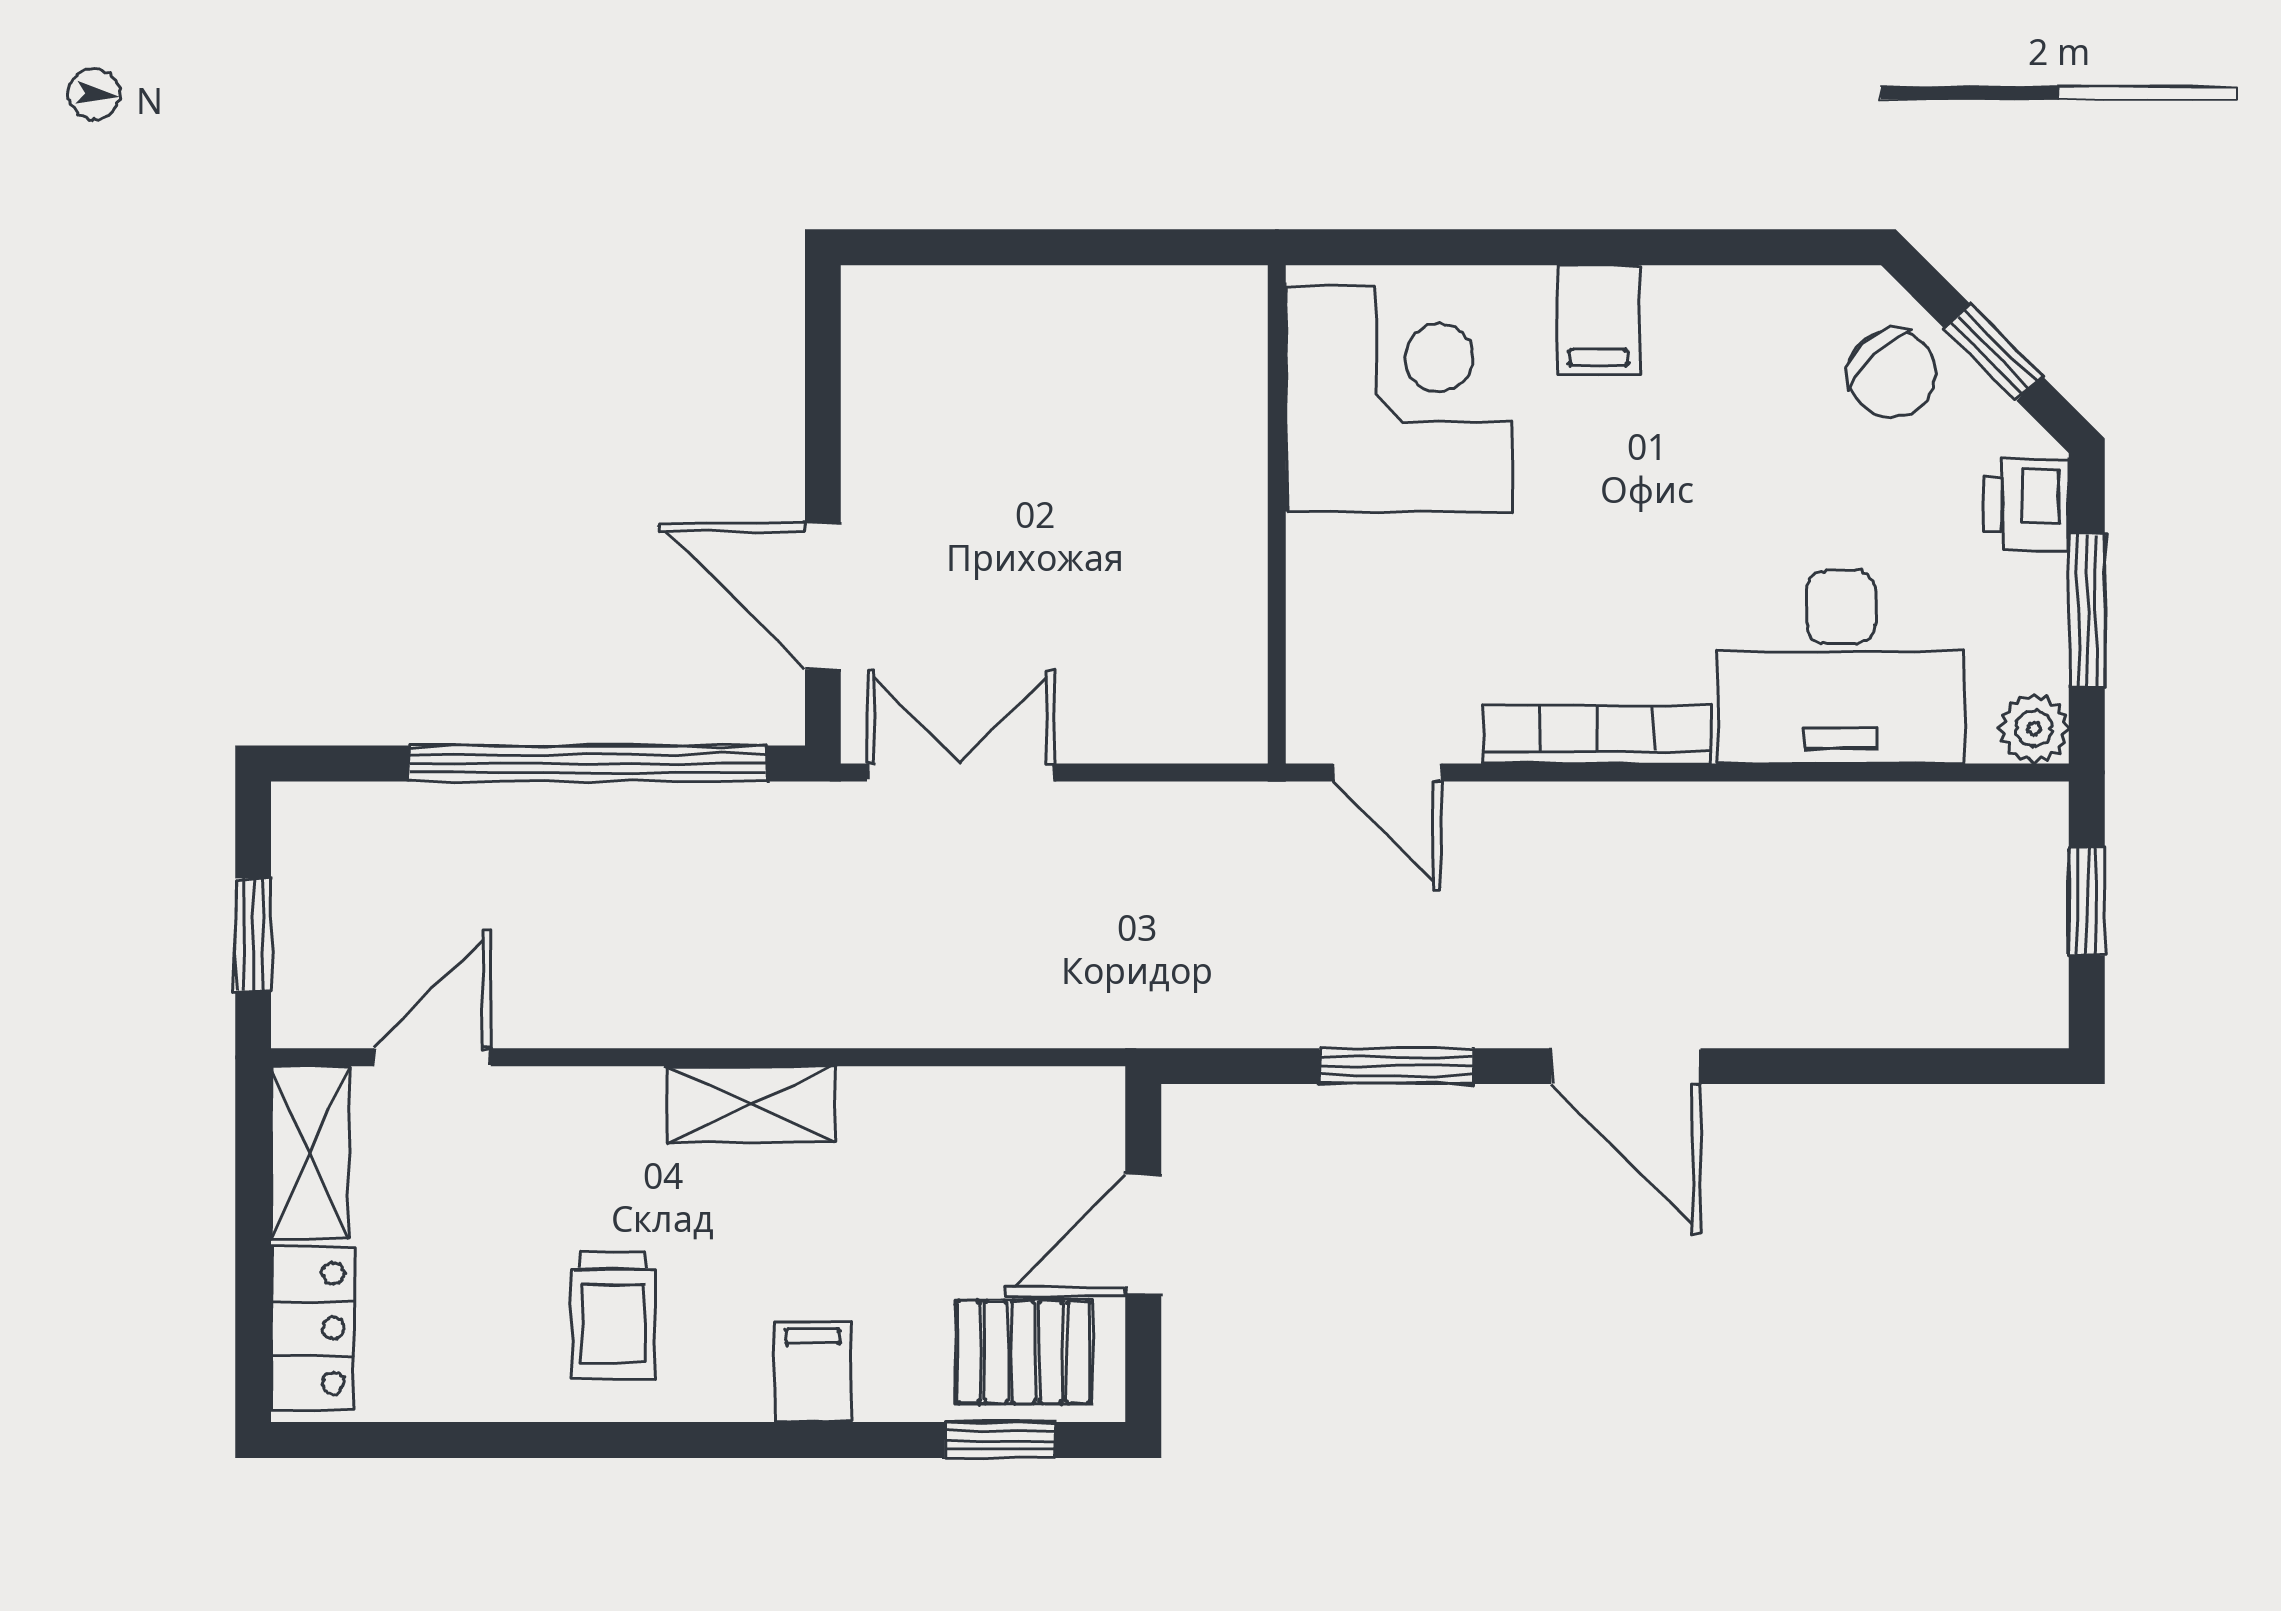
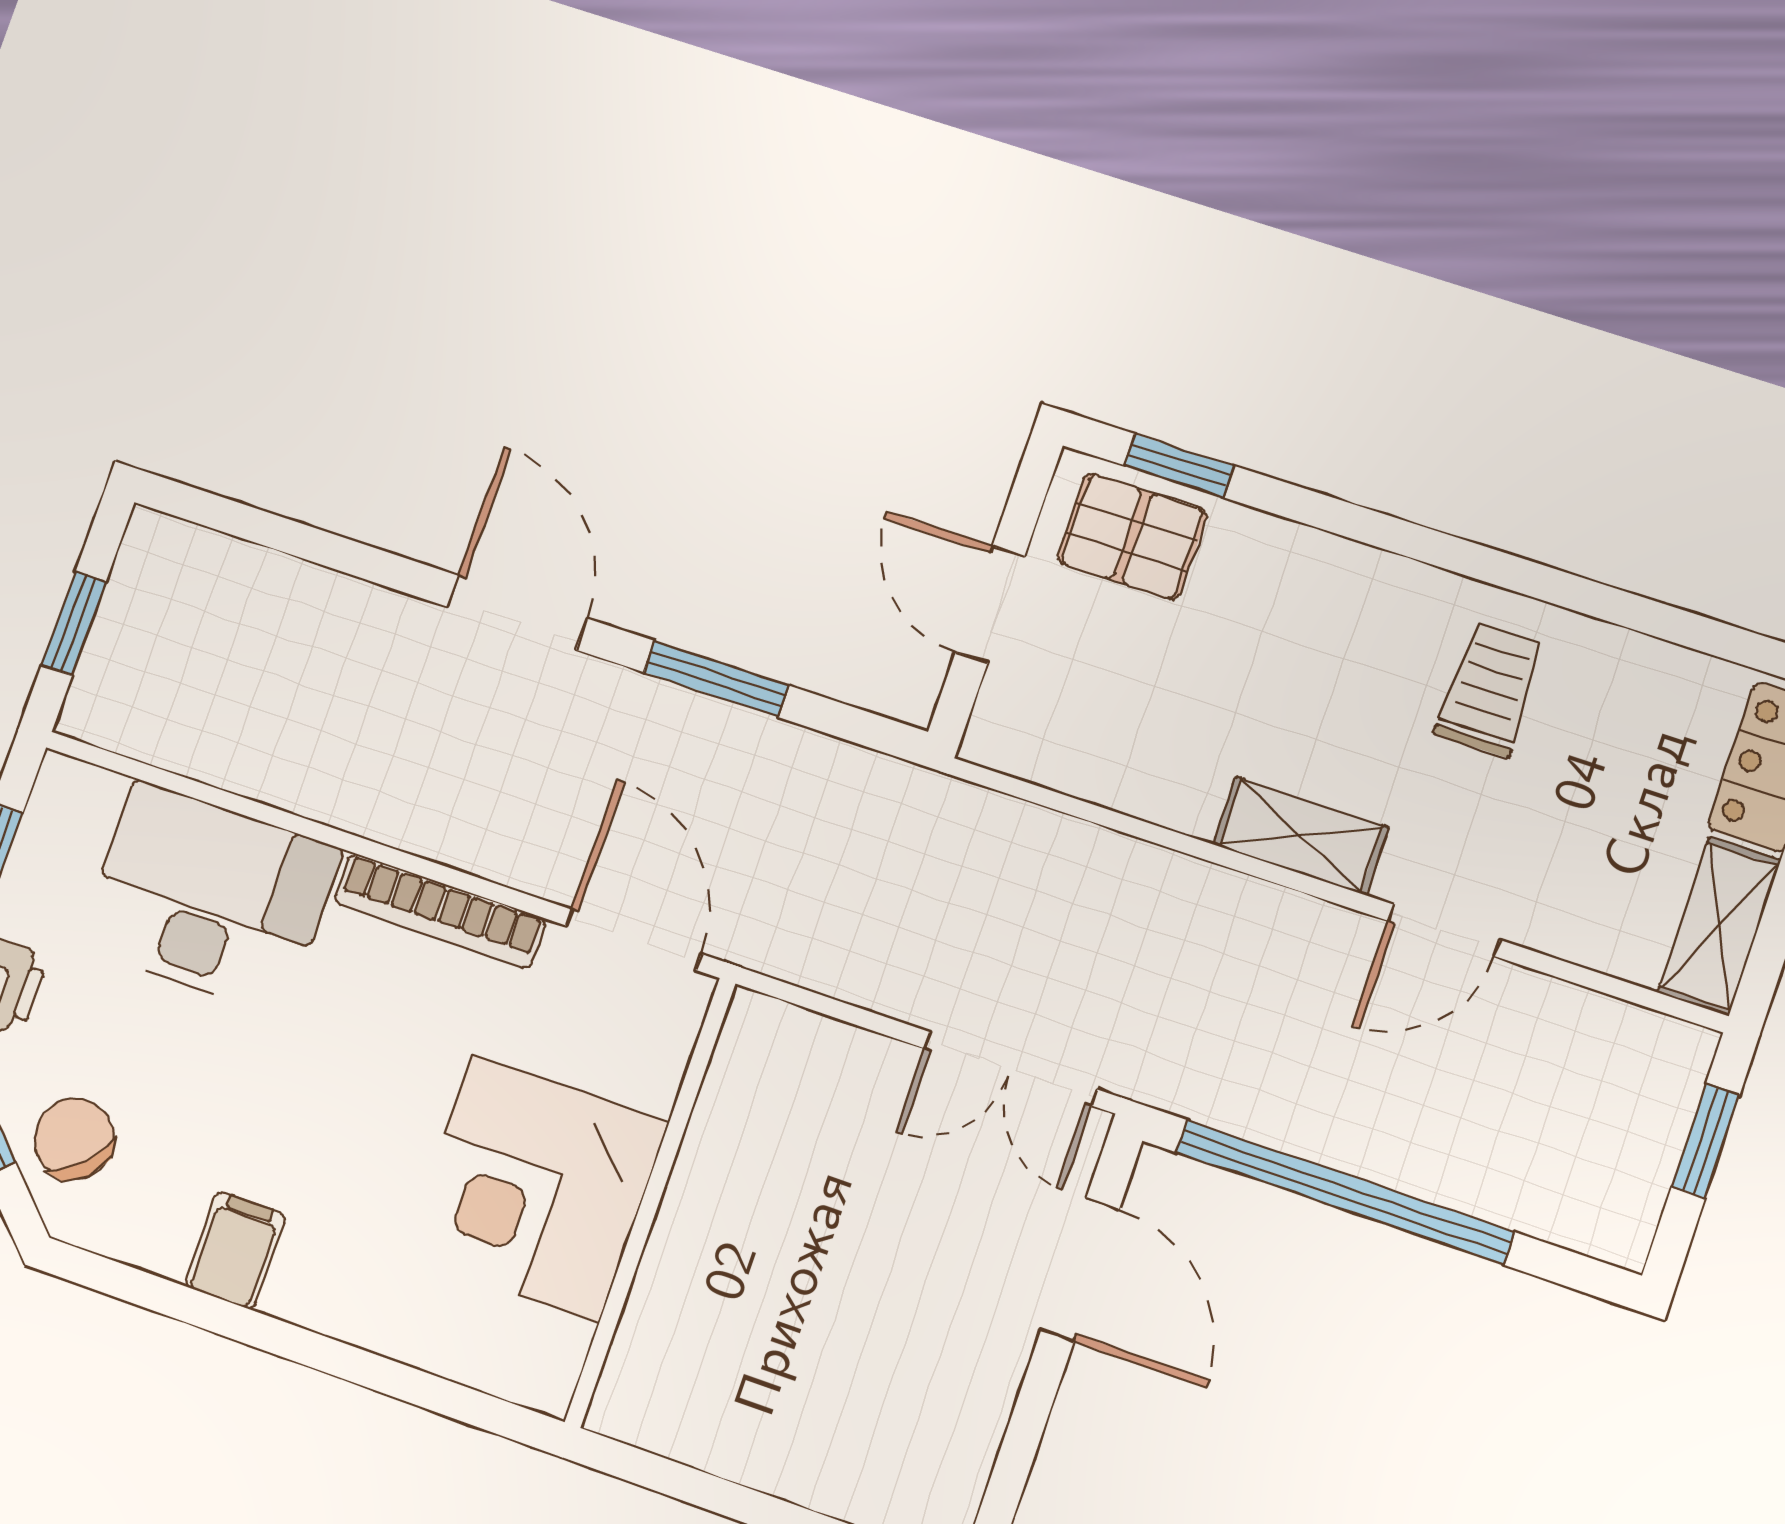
filing cabinet: (1598, 319) -> (235, 1250), moved
corner desk: (1398, 398) -> (535, 1188), moved
plant: (2034, 729) -> (65, 788), removed
door: (1387, 772) -> (634, 940), width x1.38
door: (432, 1057) -> (1444, 930), moved
door: (1143, 1235) -> (990, 604), swing flipped
filing cabinet: (813, 1372) -> (1326, 580), removed

